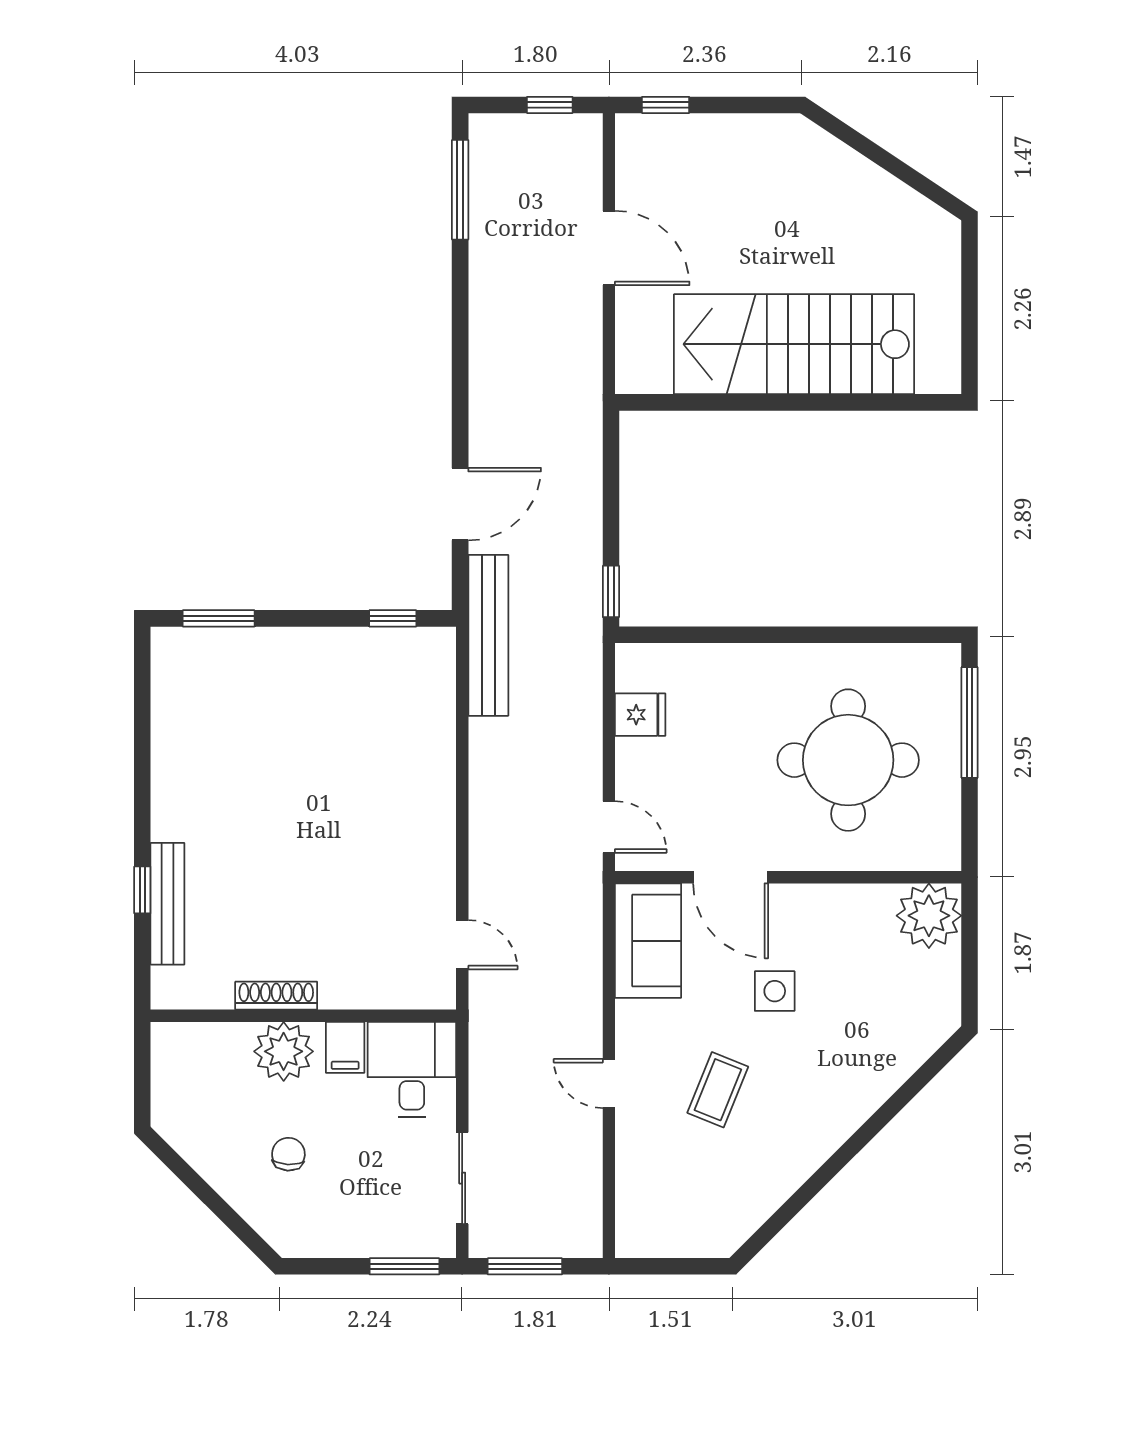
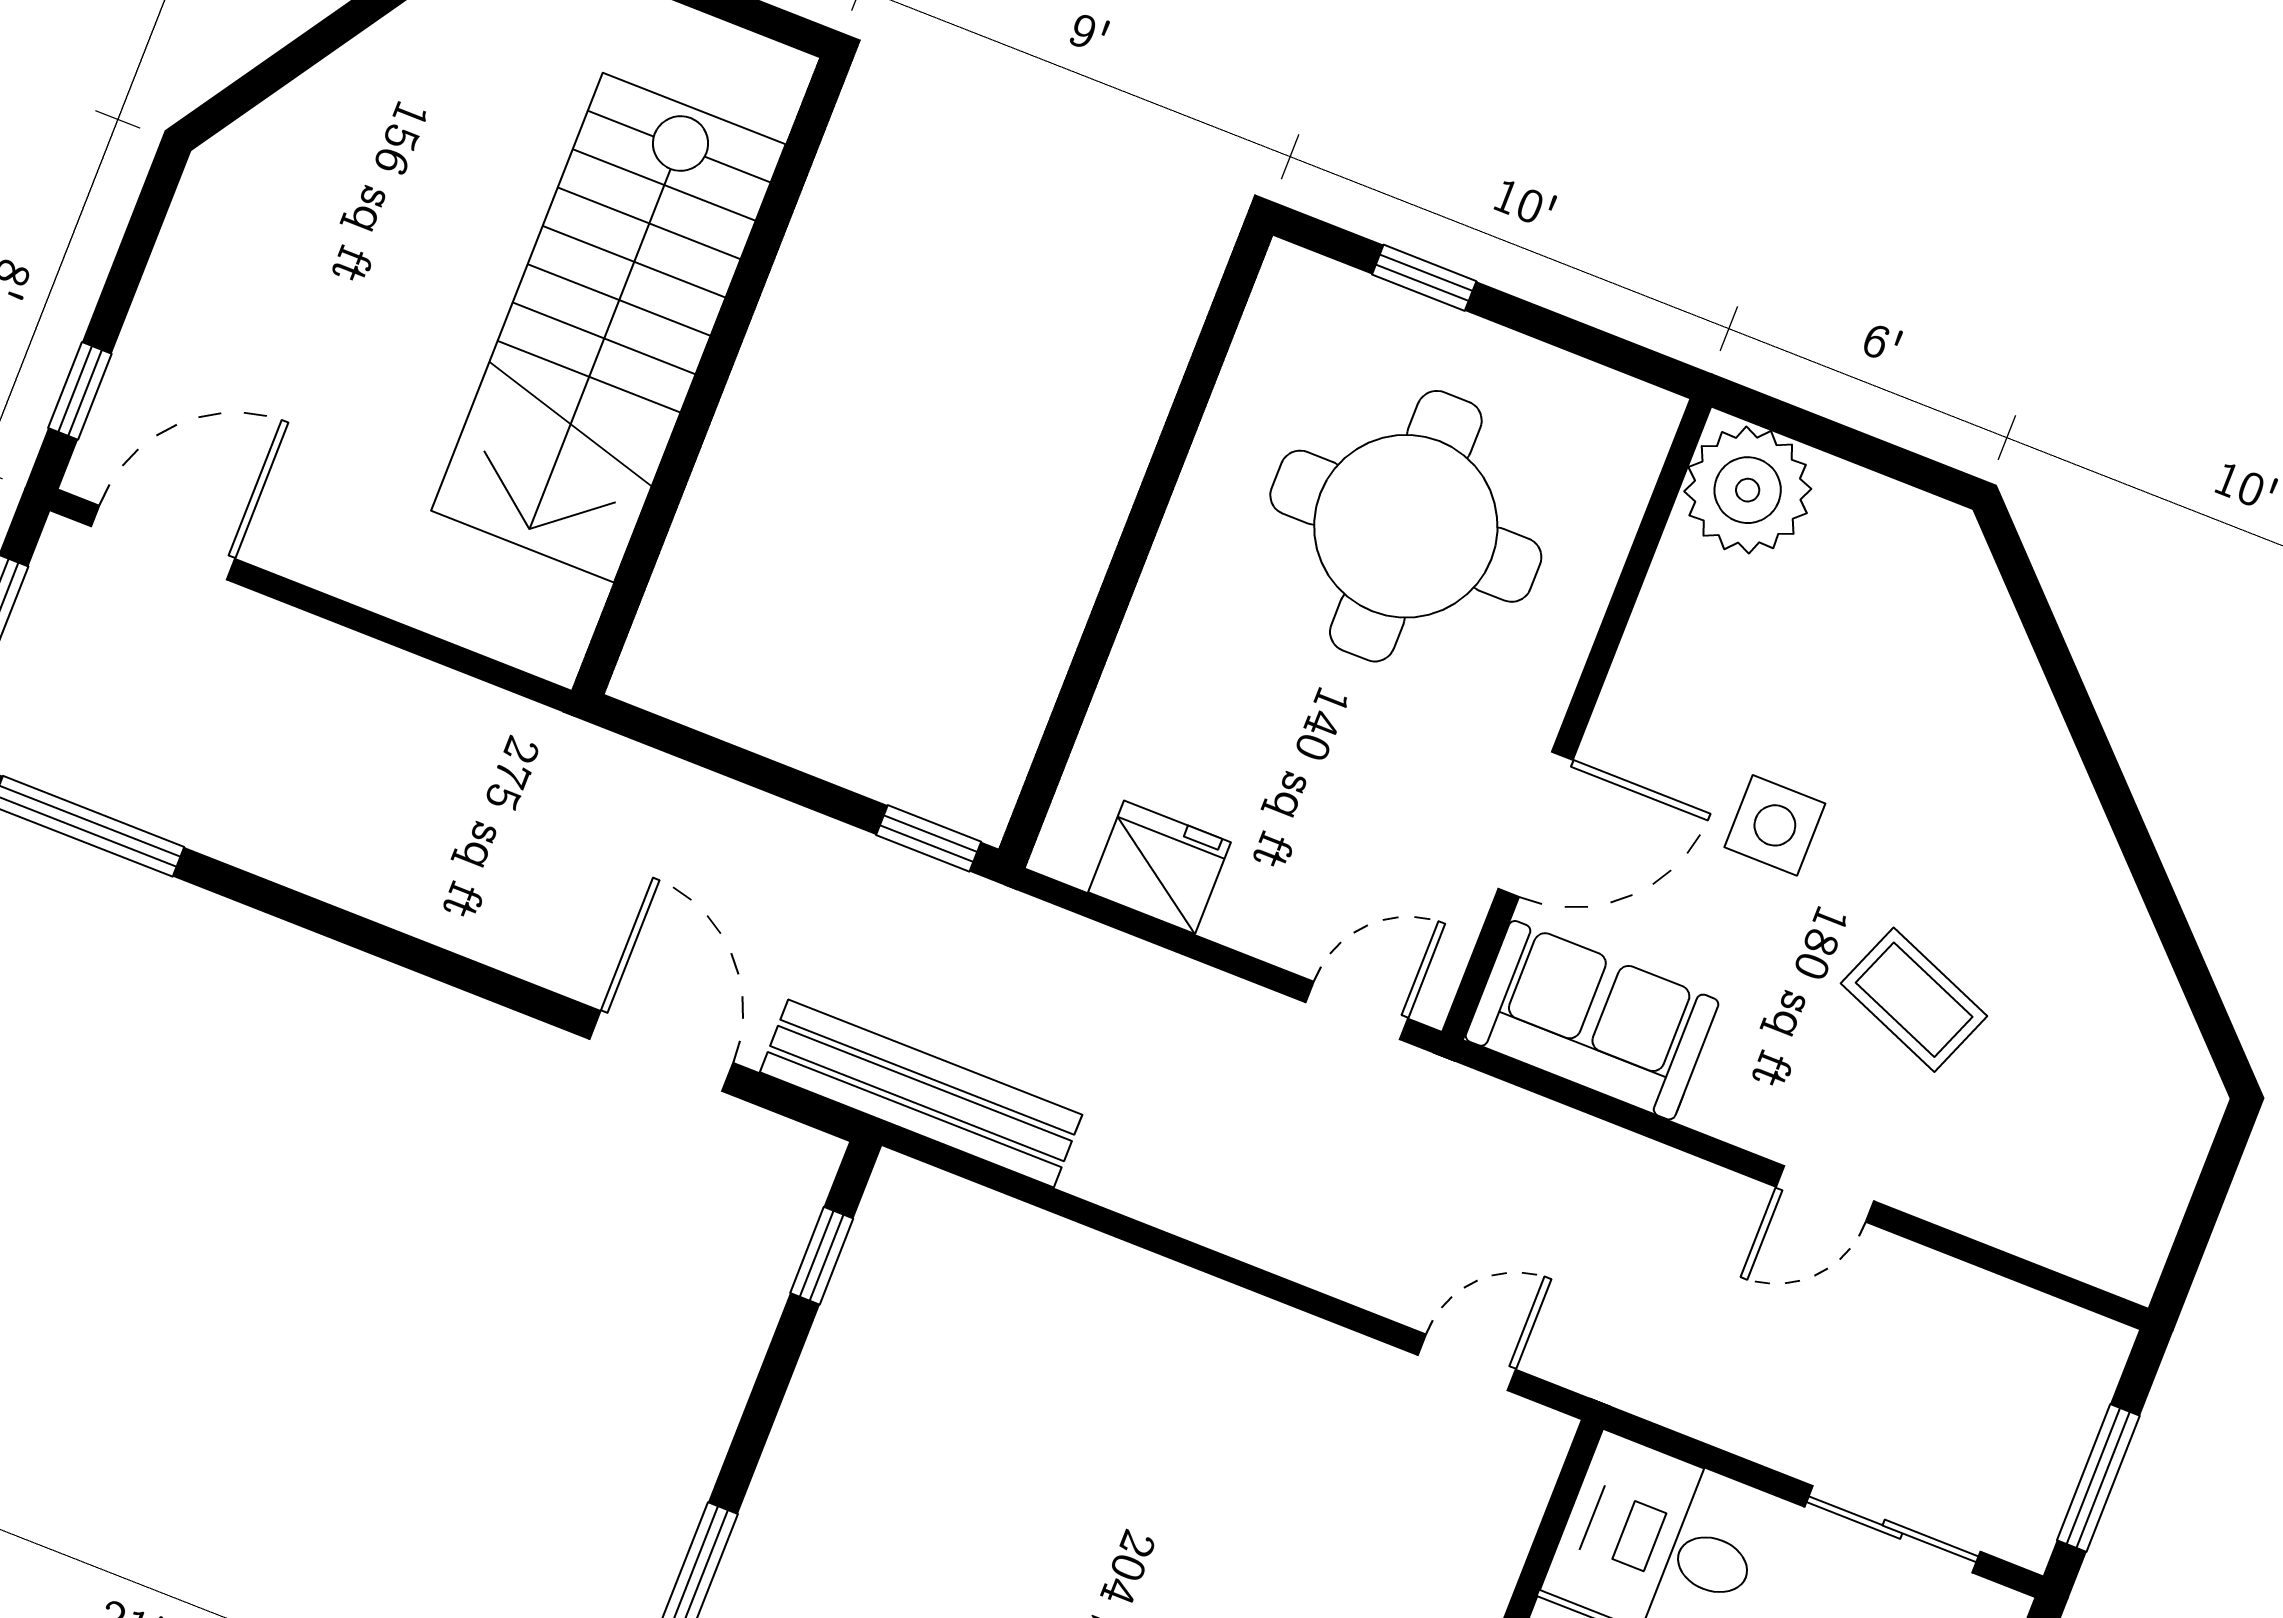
door: (609, 248) -> (163, 543), moved
fridge: (640, 715) -> (1159, 867), width x1.38
window: (970, 723) -> (1424, 278), width x0.46

